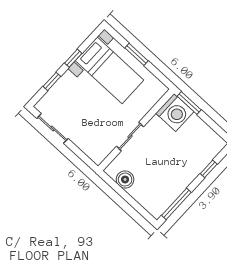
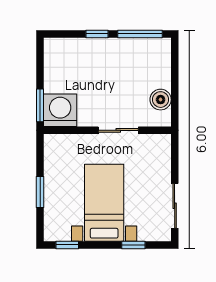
window: (73, 58) -> (67, 245), moved
bed with nightstands: (110, 70) -> (104, 203), moved
window: (209, 169) -> (97, 34), moved

